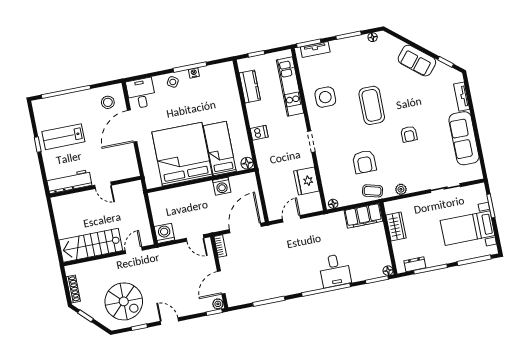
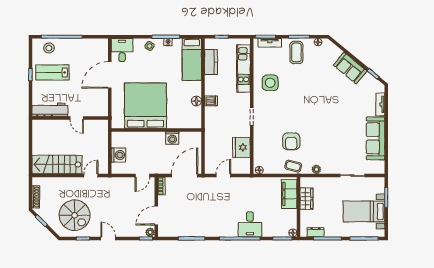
stool: (108, 102) -> (49, 48), moved
coffee table: (372, 105) -> (296, 52), moved, width x0.73, depth x0.76
armchair: (409, 134) -> (332, 126), removed
bed: (220, 149) -> (192, 59), moved, turned 180
floor lamp: (247, 163) -> (196, 101), moved
filing cabinet: (363, 216) -> (289, 194), moved, turned 90
washing machine: (164, 233) -> (118, 155), moved, turned 90
door: (195, 238) -> (142, 176), hinge flipped

